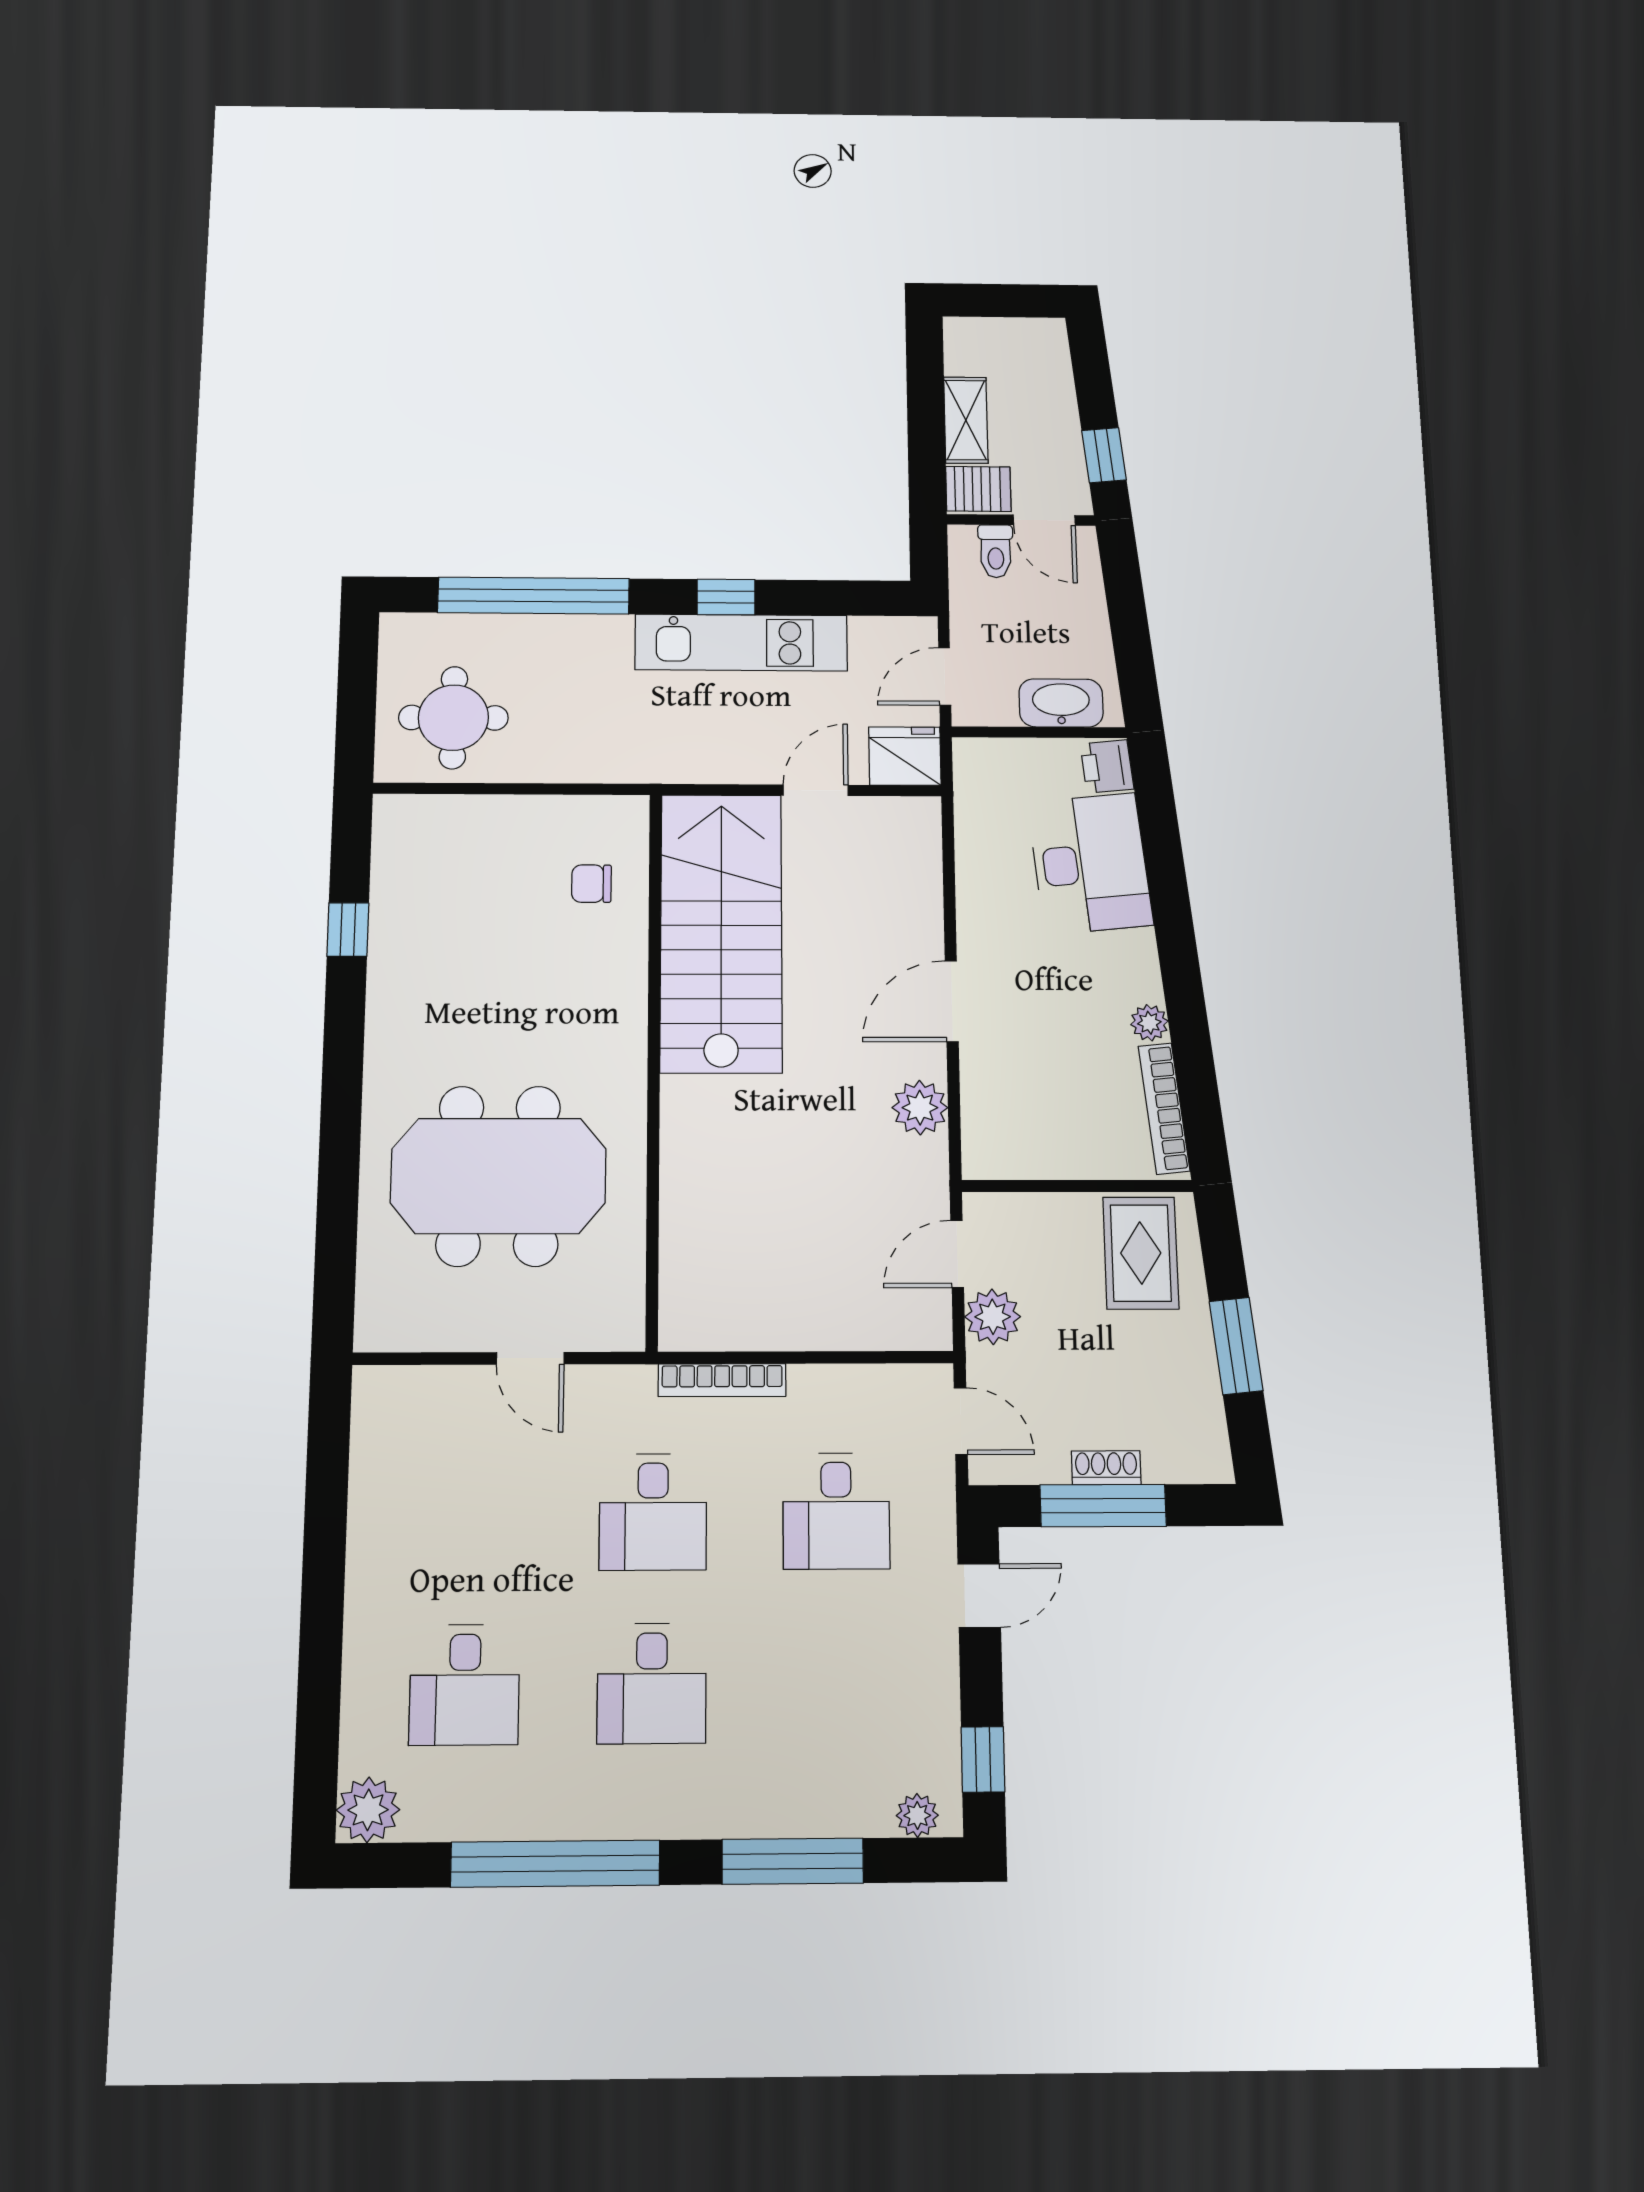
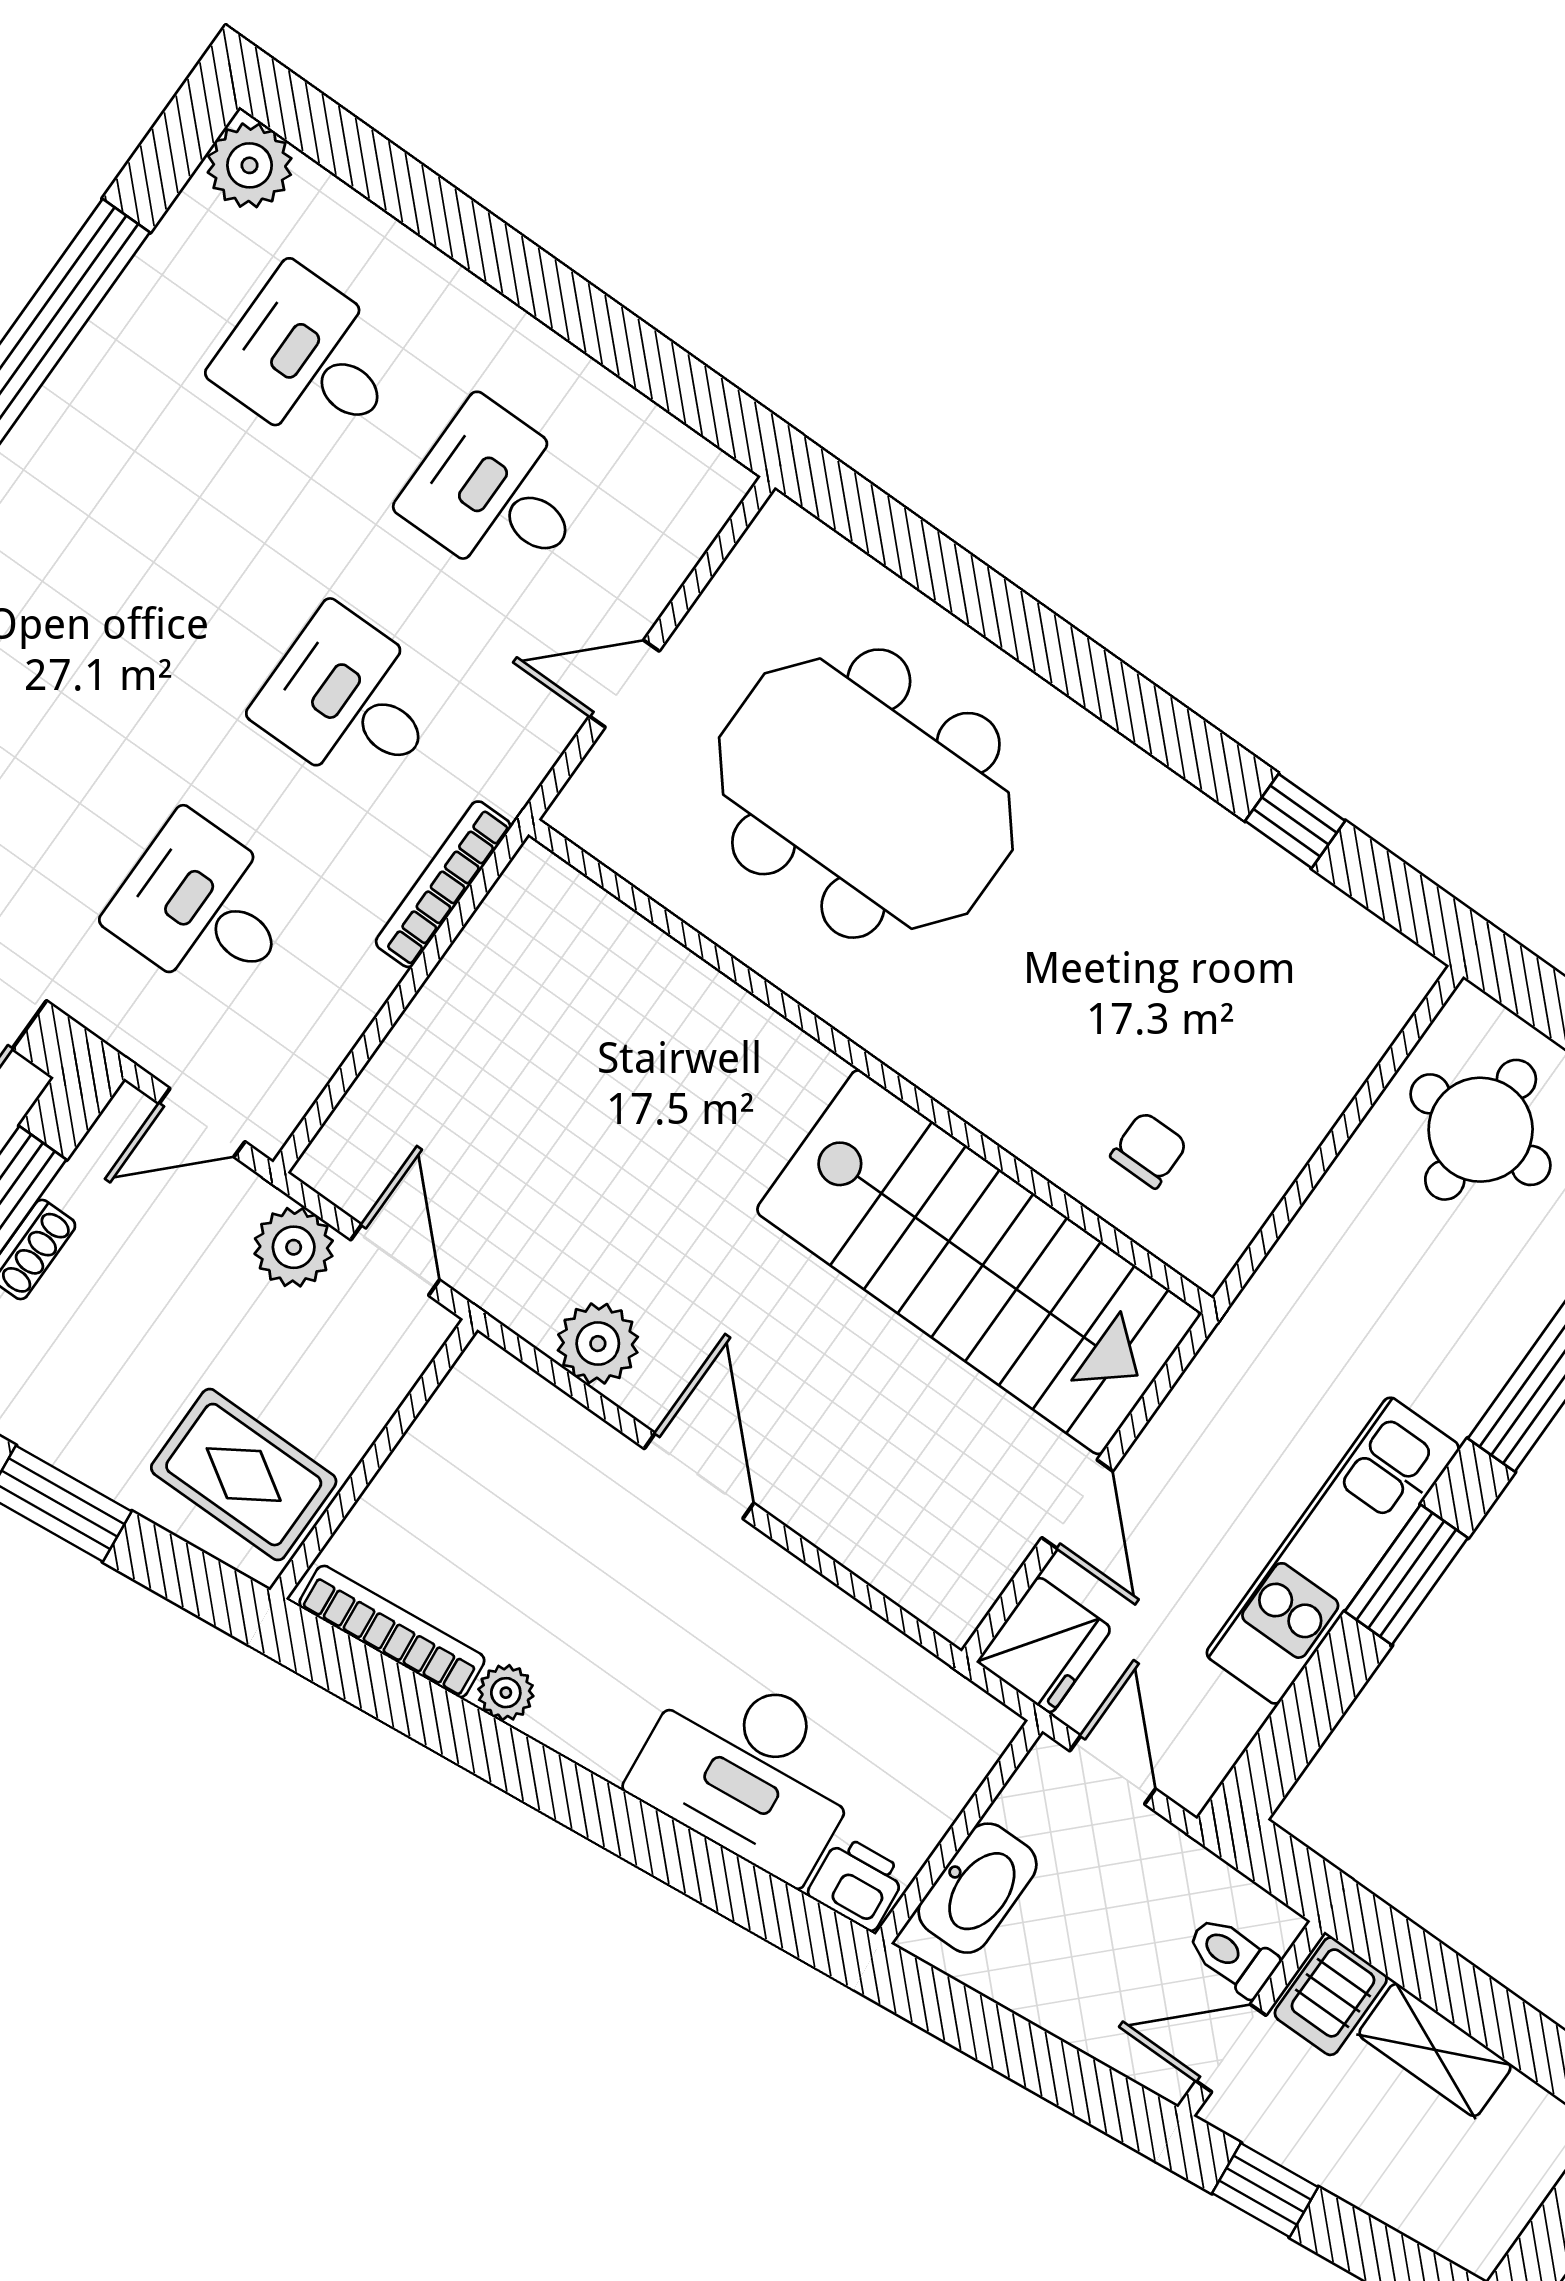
window: (726, 597) -> (1406, 1575), width x1.50
meeting table: (498, 1176) -> (866, 794), turned 90
desk: (652, 1683) -> (497, 494), moved

